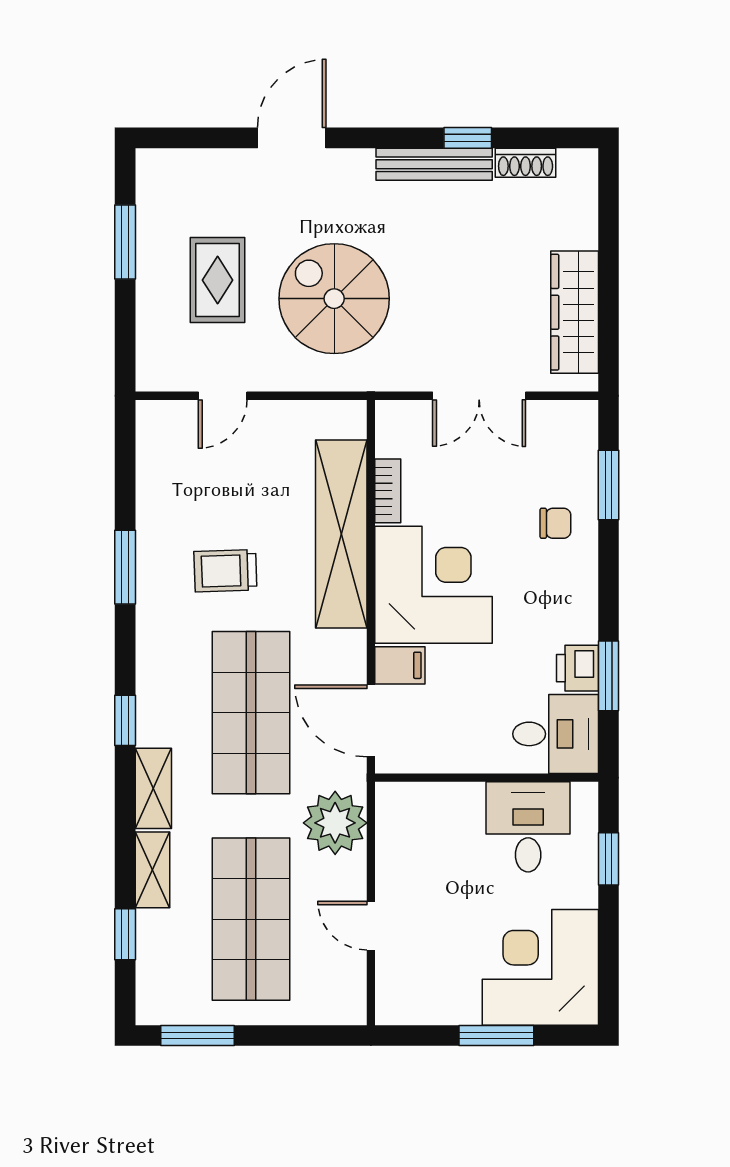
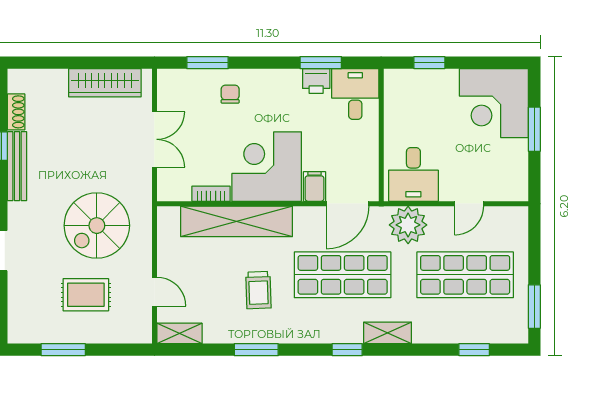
desk: (528, 827) -> (413, 174), moved, turned -90
shelving: (152, 870) -> (179, 333), moved

